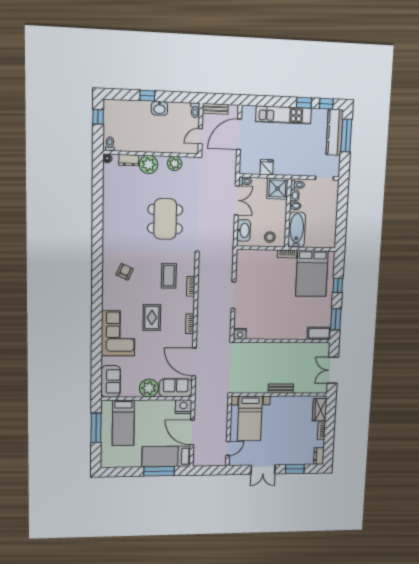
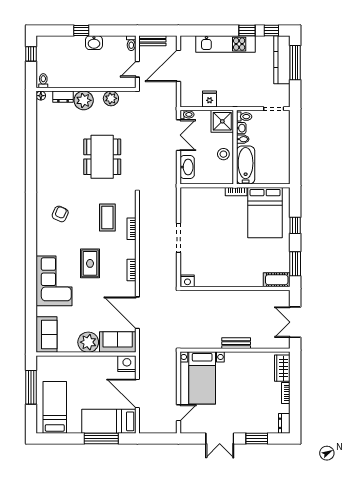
stool: (270, 237) -> (223, 154), moved
bed: (123, 423) -> (55, 407), moved, turned 180

